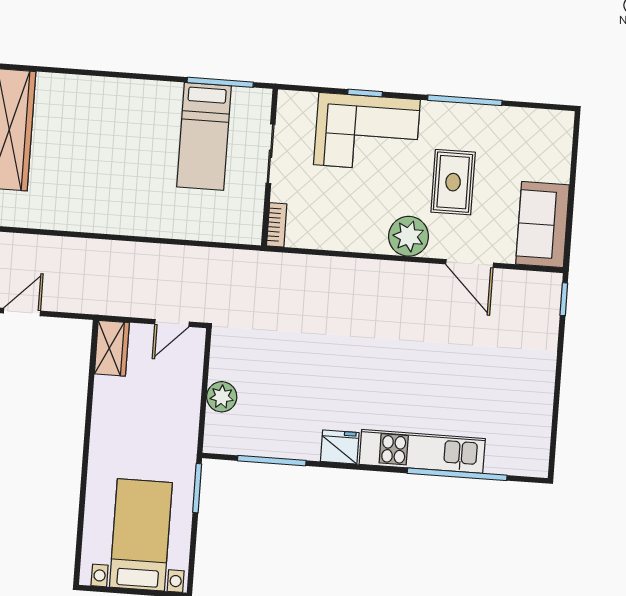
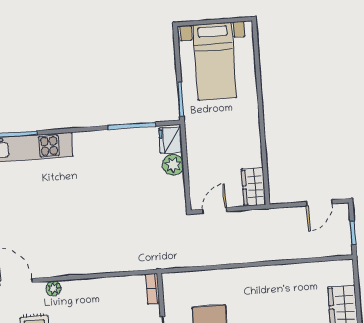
plant: (409, 236) -> (53, 288), width x0.53, depth x0.53
fridge: (340, 447) -> (171, 140), moved, turned 90

